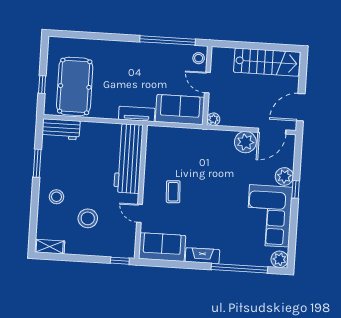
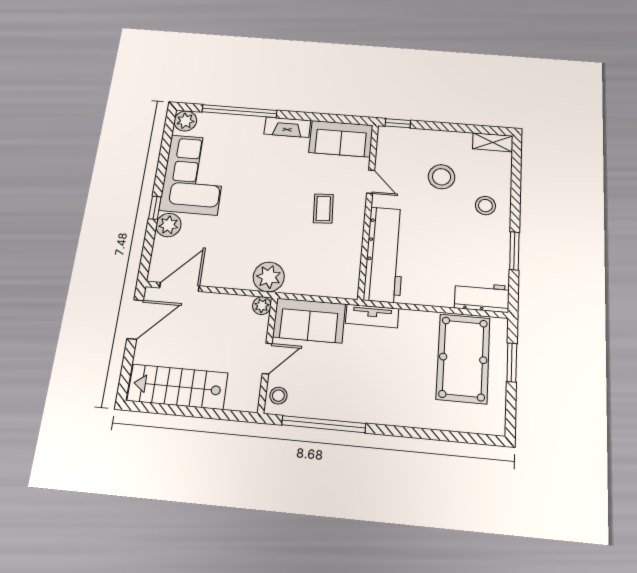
door: (207, 83) -> (267, 359), hinge flipped
window: (42, 85) -> (512, 362), width x1.50
plant: (245, 142) -> (269, 277), moved

